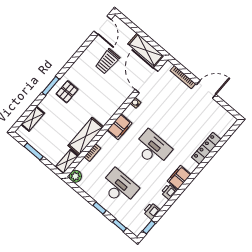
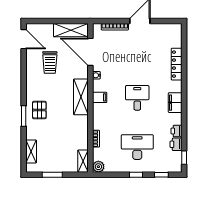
filing cabinet: (120, 127) -> (100, 97), width x0.50
shelving: (86, 136) -> (81, 97), moved
desk: (152, 148) -> (137, 98), width x0.73
printer: (169, 192) -> (177, 131), moved

